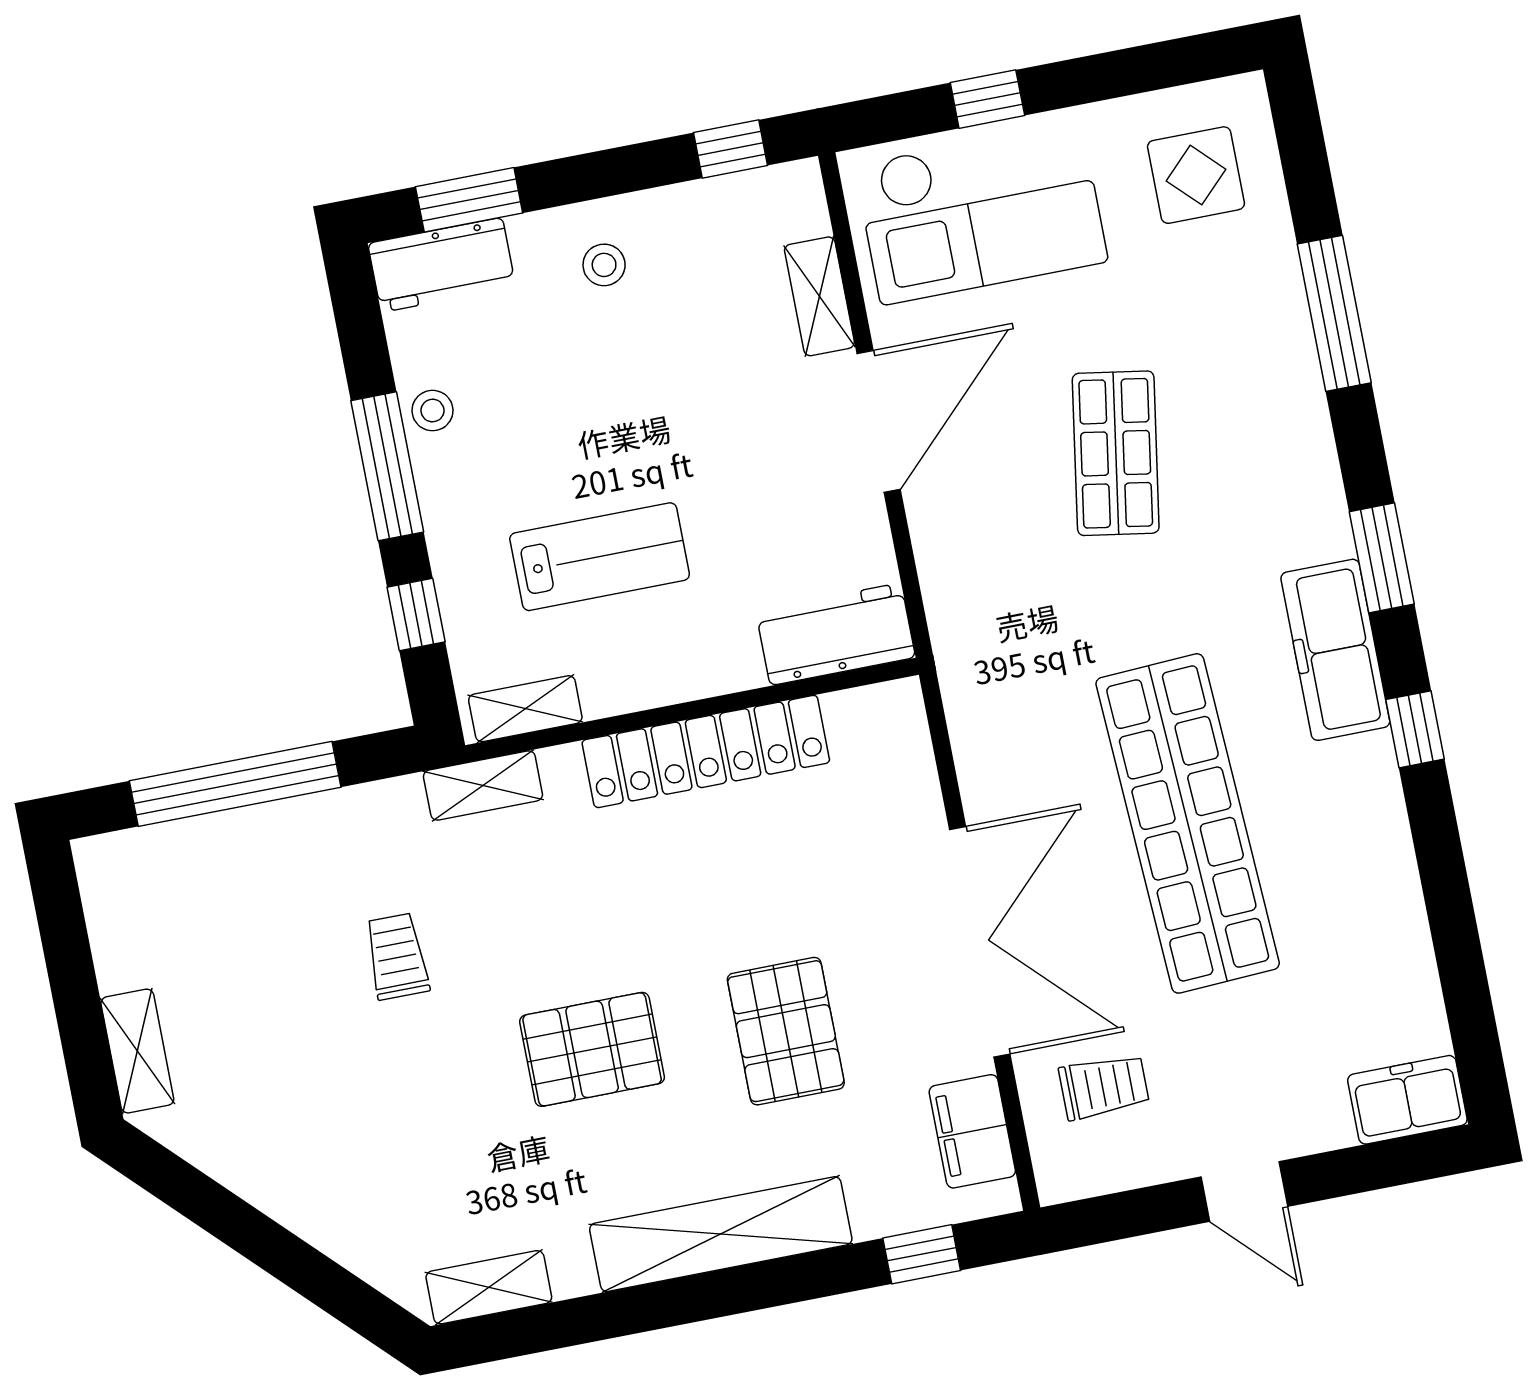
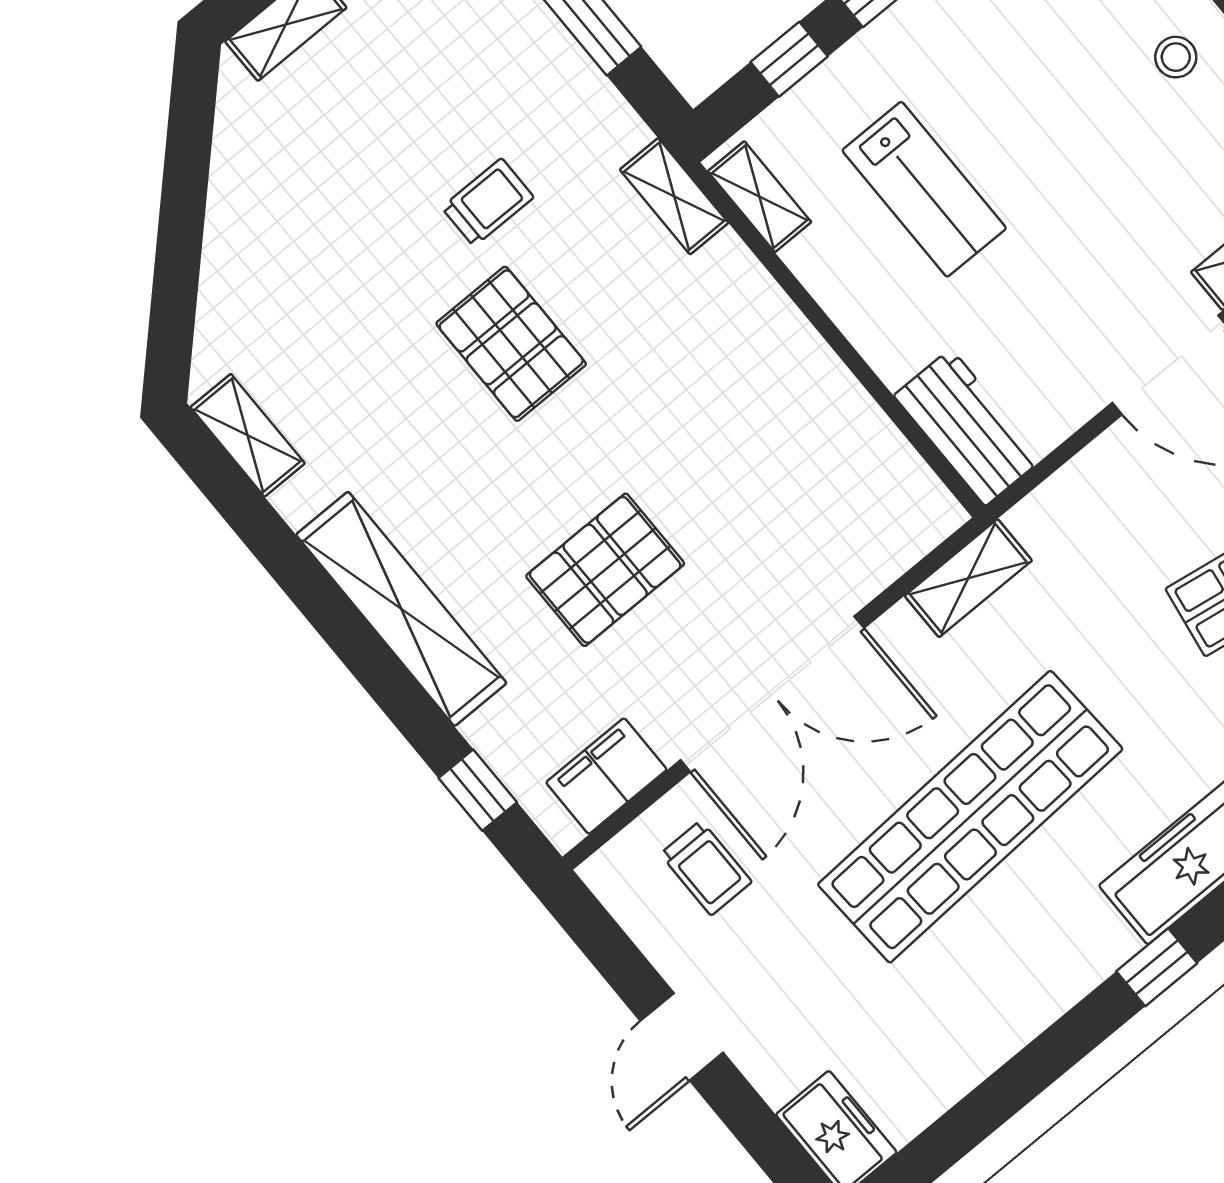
shelving: (972, 708) -> (968, 578), added
locker: (706, 751) -> (807, 371), removed
pallet: (592, 1049) -> (511, 344), moved

